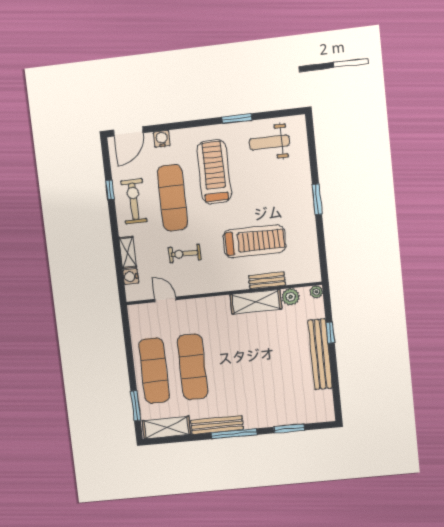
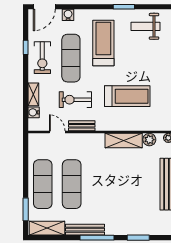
exercise bike: (134, 201) -> (42, 58), turned 180
exercise bike: (185, 254) -> (75, 100), width x1.38, depth x1.39
bench: (267, 280) -> (82, 126), moved

